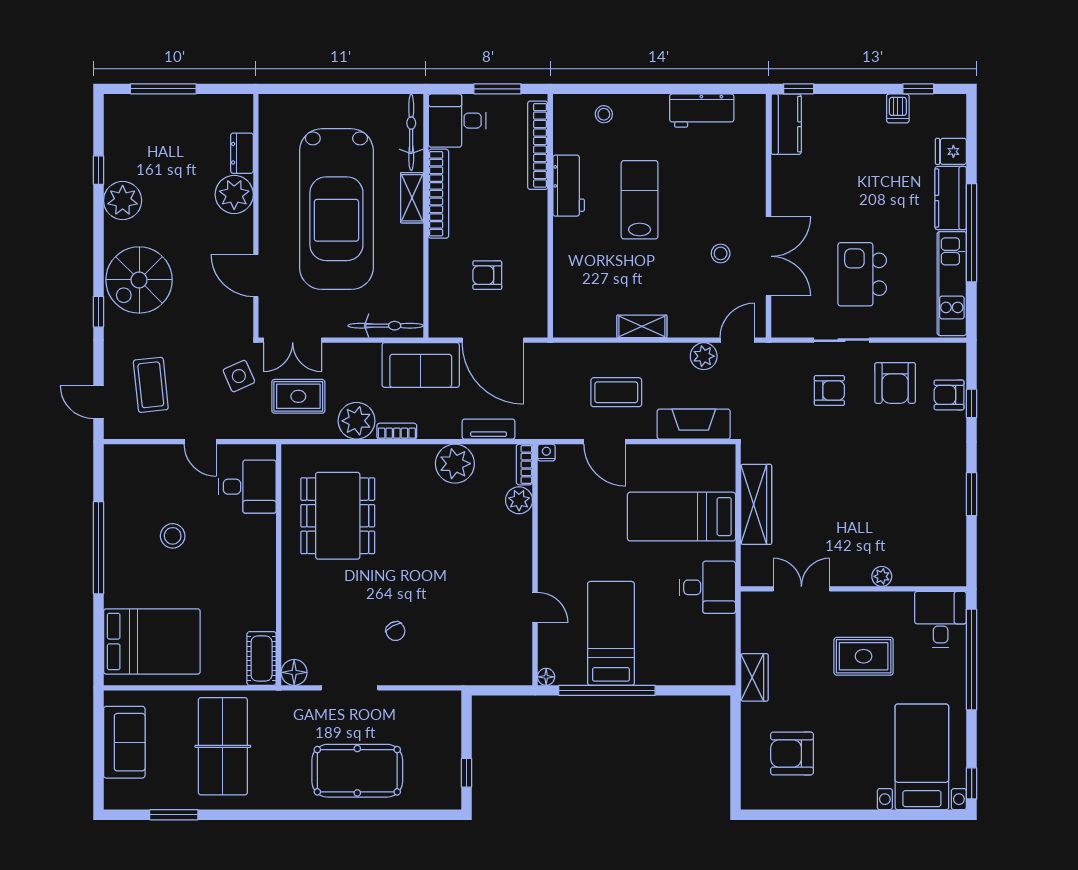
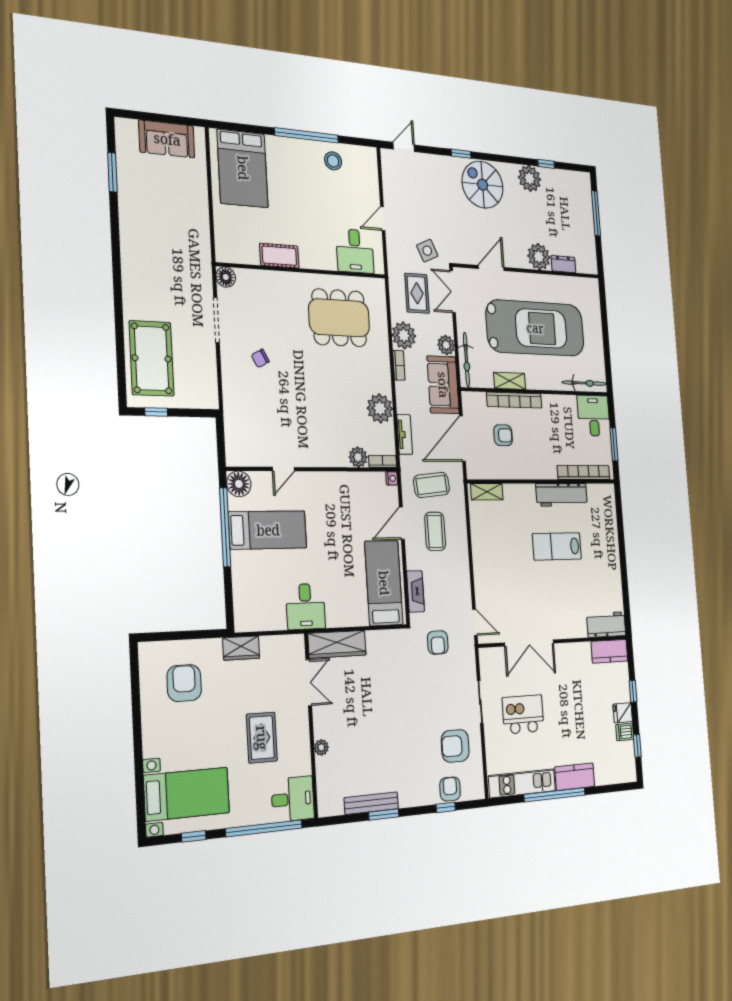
window: (799, 89) -> (633, 691), moved
workbench: (702, 111) -> (606, 625), moved, turned 90
stool: (604, 114) -> (605, 520), removed
fridge: (951, 151) -> (623, 713), moved, turned -90
workbench: (569, 186) -> (562, 495), width x1.37
bookcase: (439, 194) -> (514, 400), moved
shelving: (412, 198) -> (510, 381), moved
lab bench: (640, 200) -> (557, 546), turned 180
car: (336, 209) -> (535, 328), turned 180
stool: (721, 253) -> (528, 607), removed
armchair: (487, 275) -> (503, 435), turned 90
shelving: (642, 326) -> (487, 492), moved, turned 90
plant: (704, 356) -> (446, 345), moved
coffee table: (151, 385) -> (431, 485), moved
armchair: (829, 391) -> (438, 642), moved
fireplace: (694, 424) -> (415, 591), width x0.73, depth x0.76
wardrobe: (756, 504) -> (337, 644), moved
bench: (956, 511) -> (371, 803), added
bed: (681, 517) -> (384, 583), moved
stool: (173, 536) -> (333, 161), moved
cot: (262, 659) -> (279, 256), moved
floor lamp: (546, 677) -> (239, 484), width x1.89, depth x1.89
table tennis table: (223, 746) -> (167, 216), removed
pool table: (357, 771) -> (152, 358), moved
window: (972, 783) -> (194, 836), moved

